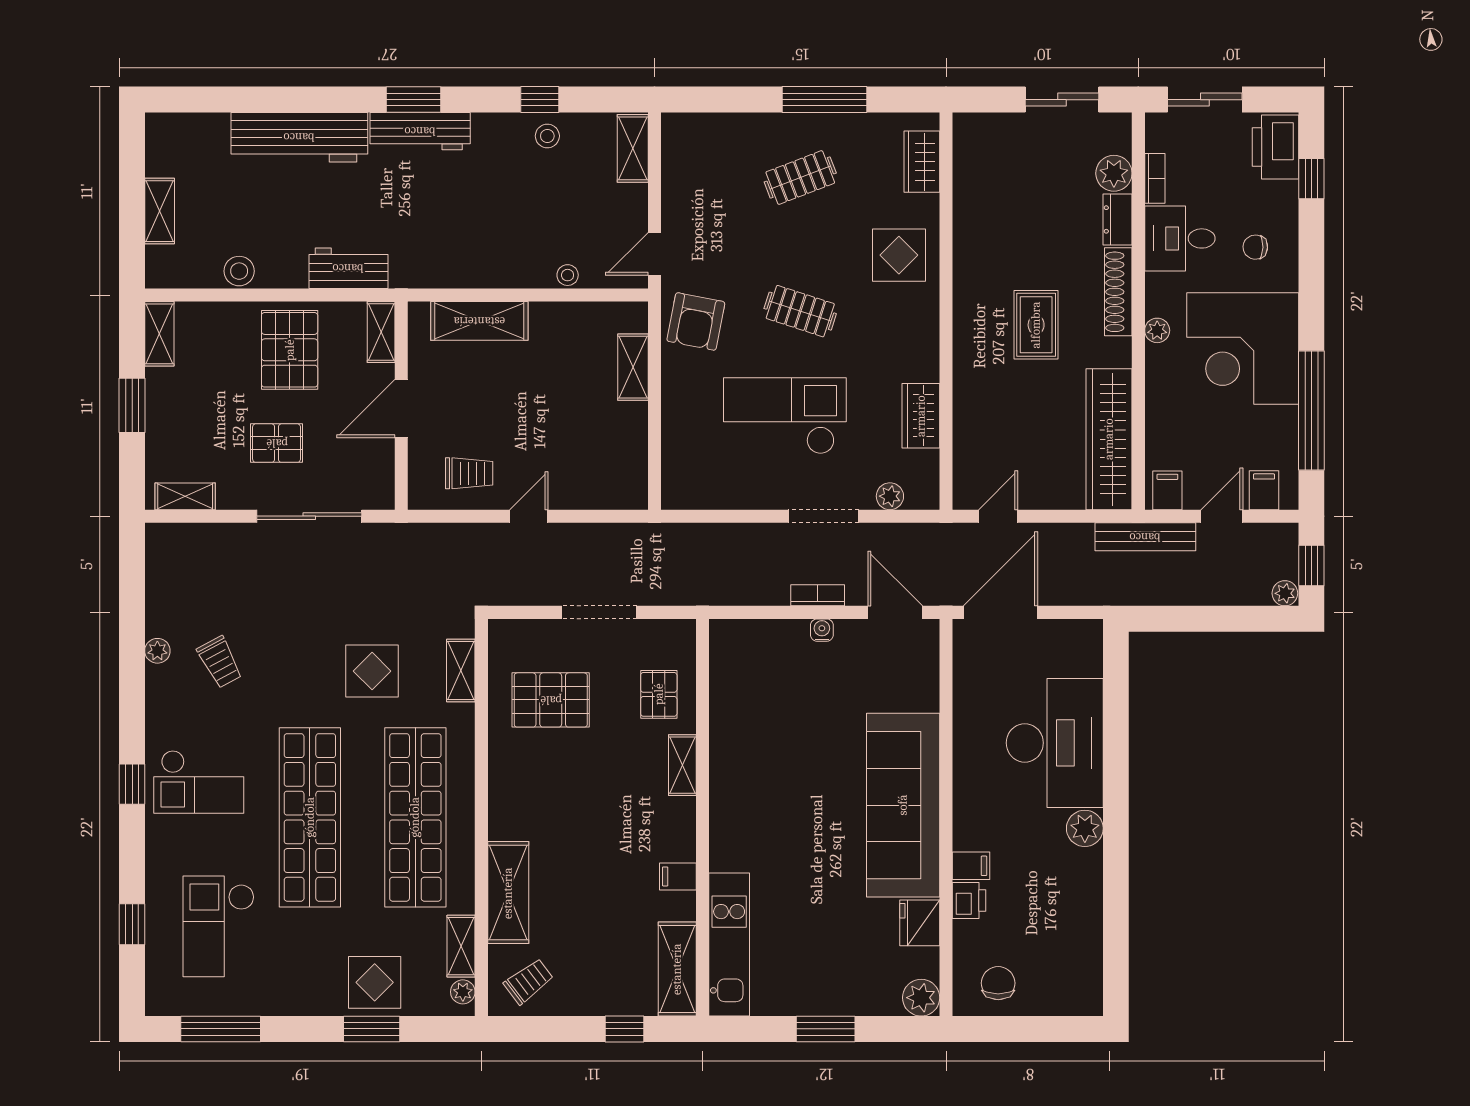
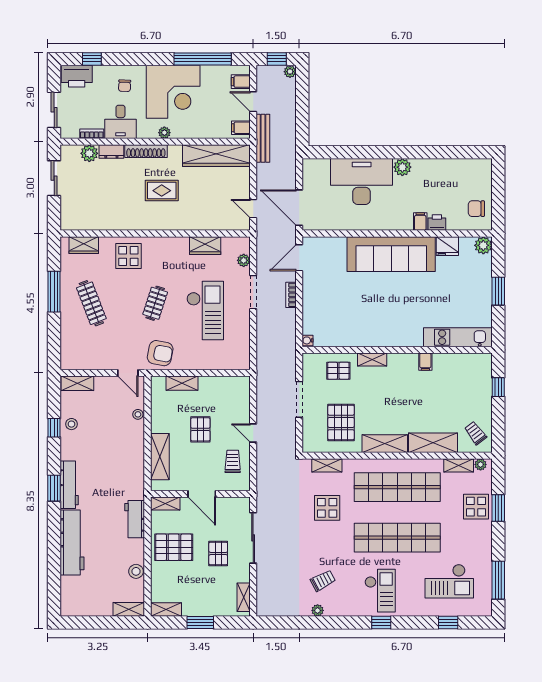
clothes rail: (800, 178) -> (91, 303), width x1.36
shelving: (160, 211) -> (129, 609), moved
pallet: (536, 406) -> (200, 429), added
checkout: (785, 416) -> (205, 311), turned 180
water cooler: (822, 630) -> (308, 340), moved
shelving: (677, 969) -> (385, 444), moved

